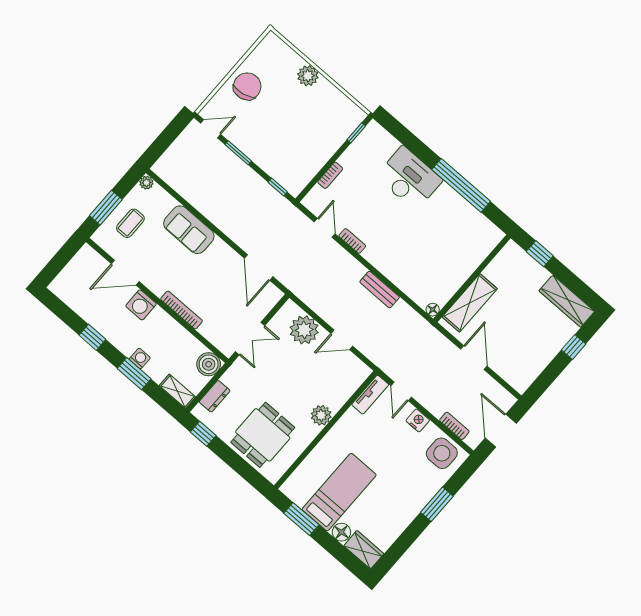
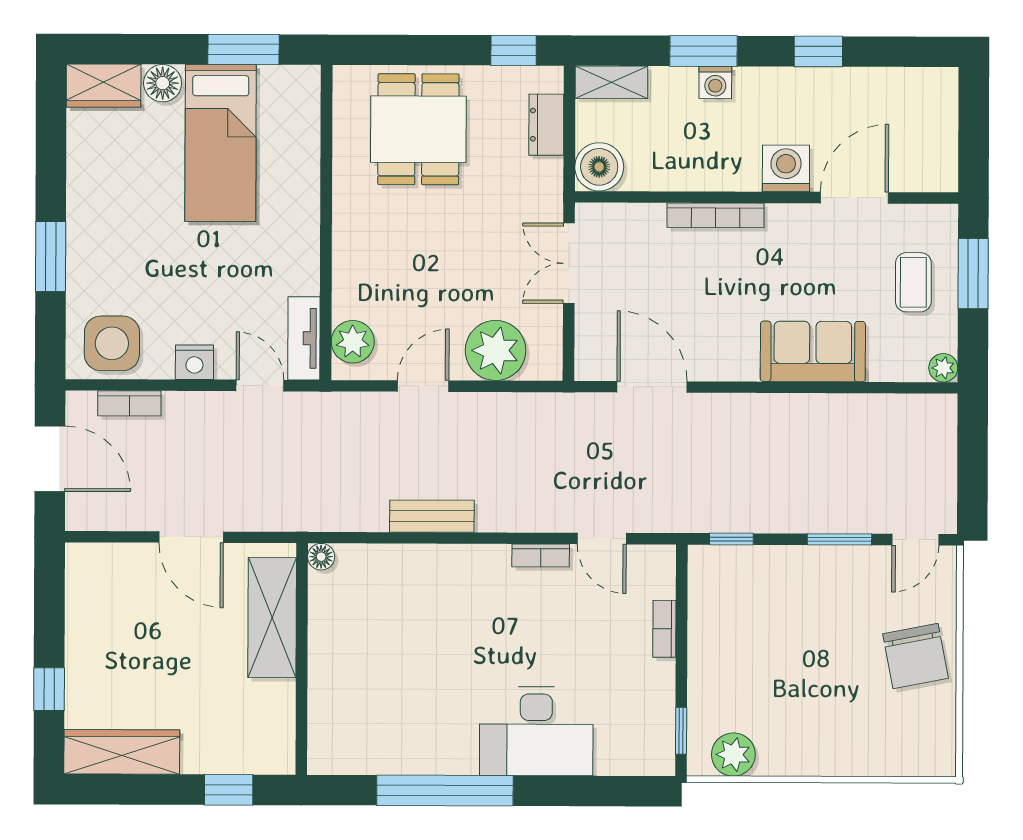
plant: (308, 76) -> (733, 755), moved
plant: (321, 415) -> (353, 342), moved

